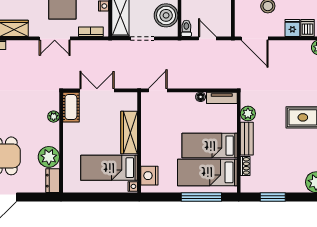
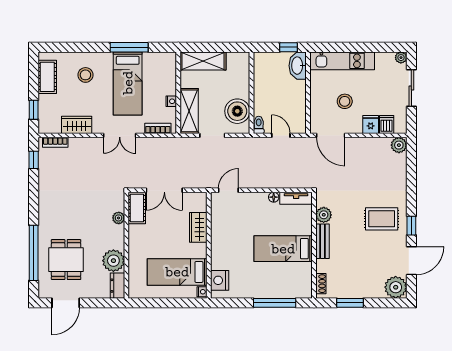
double door: (97, 90) -> (164, 190), swing flipped
wardrobe: (129, 133) -> (198, 227), width x0.67
shoe rack: (245, 166) -> (321, 284), moved
bed: (207, 172) -> (281, 277), removed

